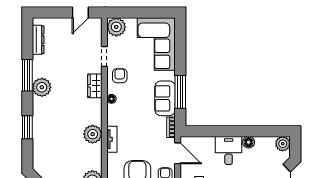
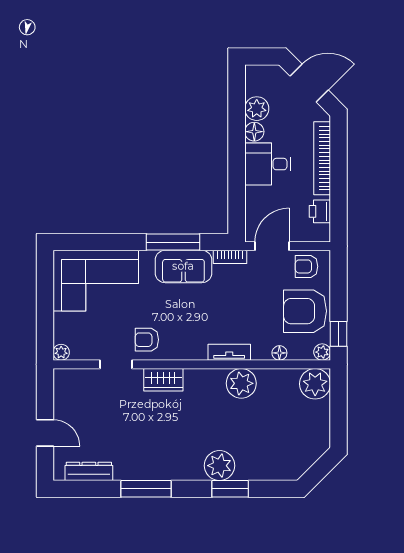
door: (80, 13) -> (45, 433), moved
plant: (116, 27) -> (61, 352), width x0.53, depth x0.53
plant: (42, 87) -> (220, 466), moved
floor lamp: (111, 99) -> (279, 353), moved
tv unit: (112, 139) -> (229, 352), moved
plant: (283, 144) -> (257, 109), moved

